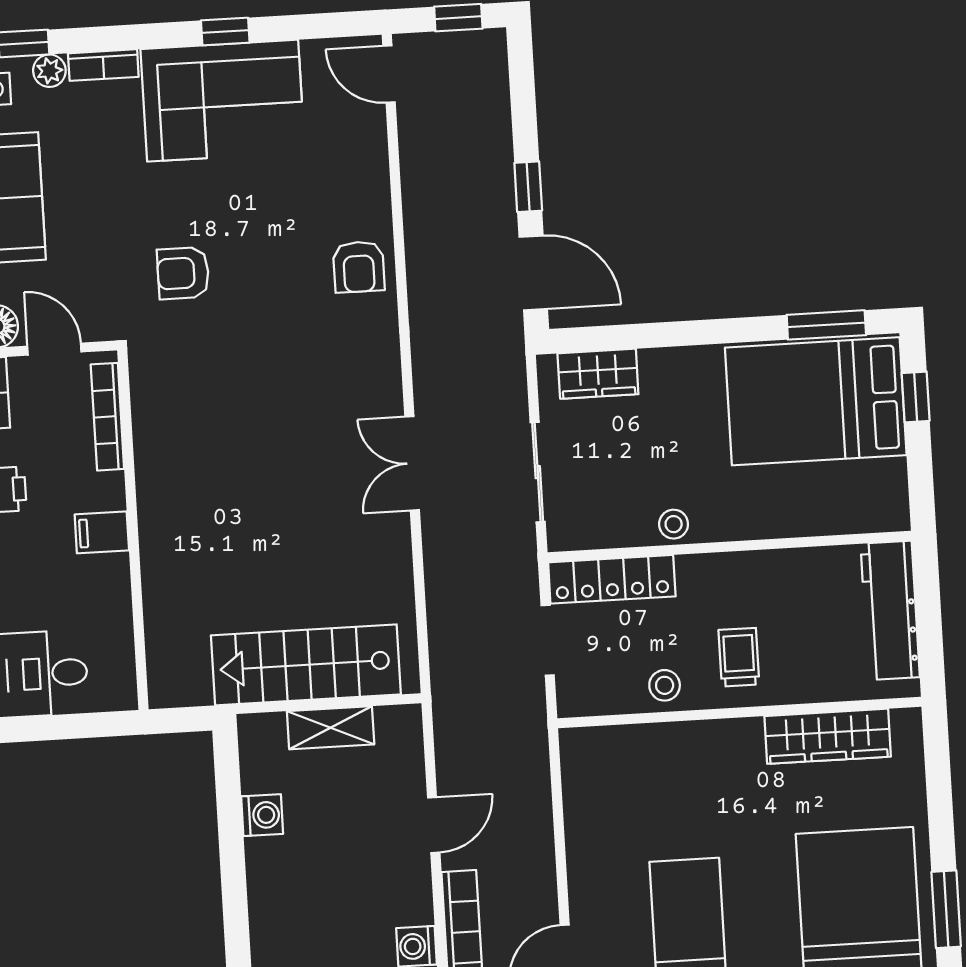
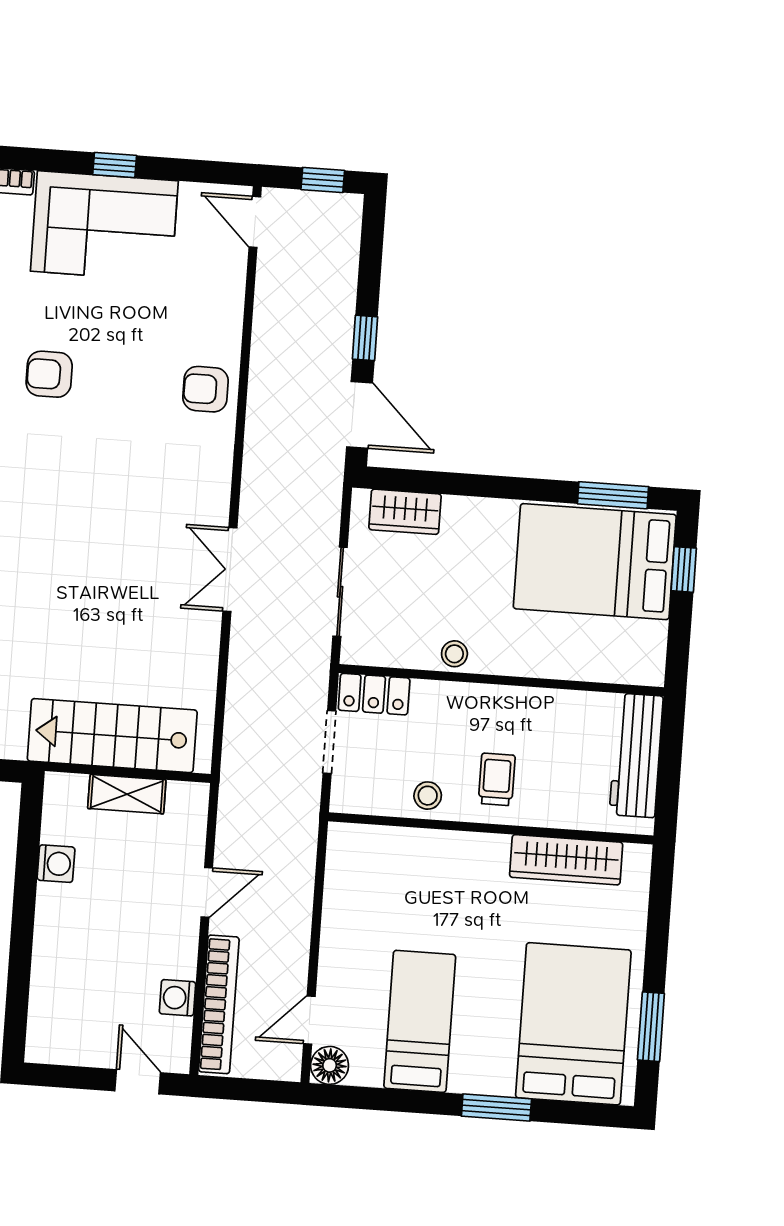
armchair: (359, 267) -> (206, 389), turned 90
locker: (612, 579) -> (374, 694), width x0.66

